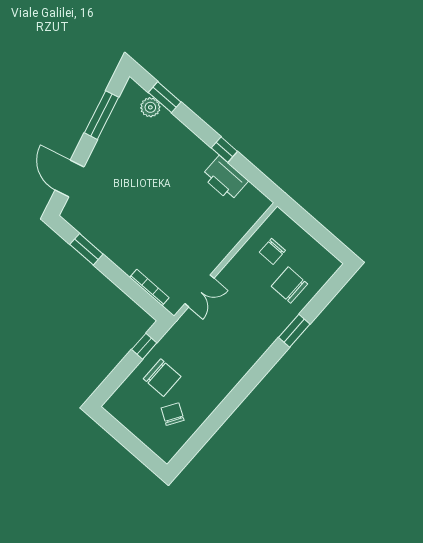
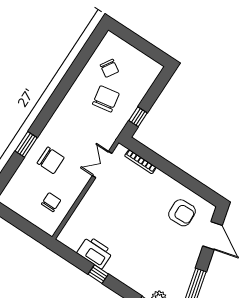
armchair: (105, 214) -> (182, 213), added
window: (86, 249) -> (192, 184), removed
chair: (289, 285) -> (51, 160), moved
chair: (162, 378) -> (106, 99), moved, turned 80

